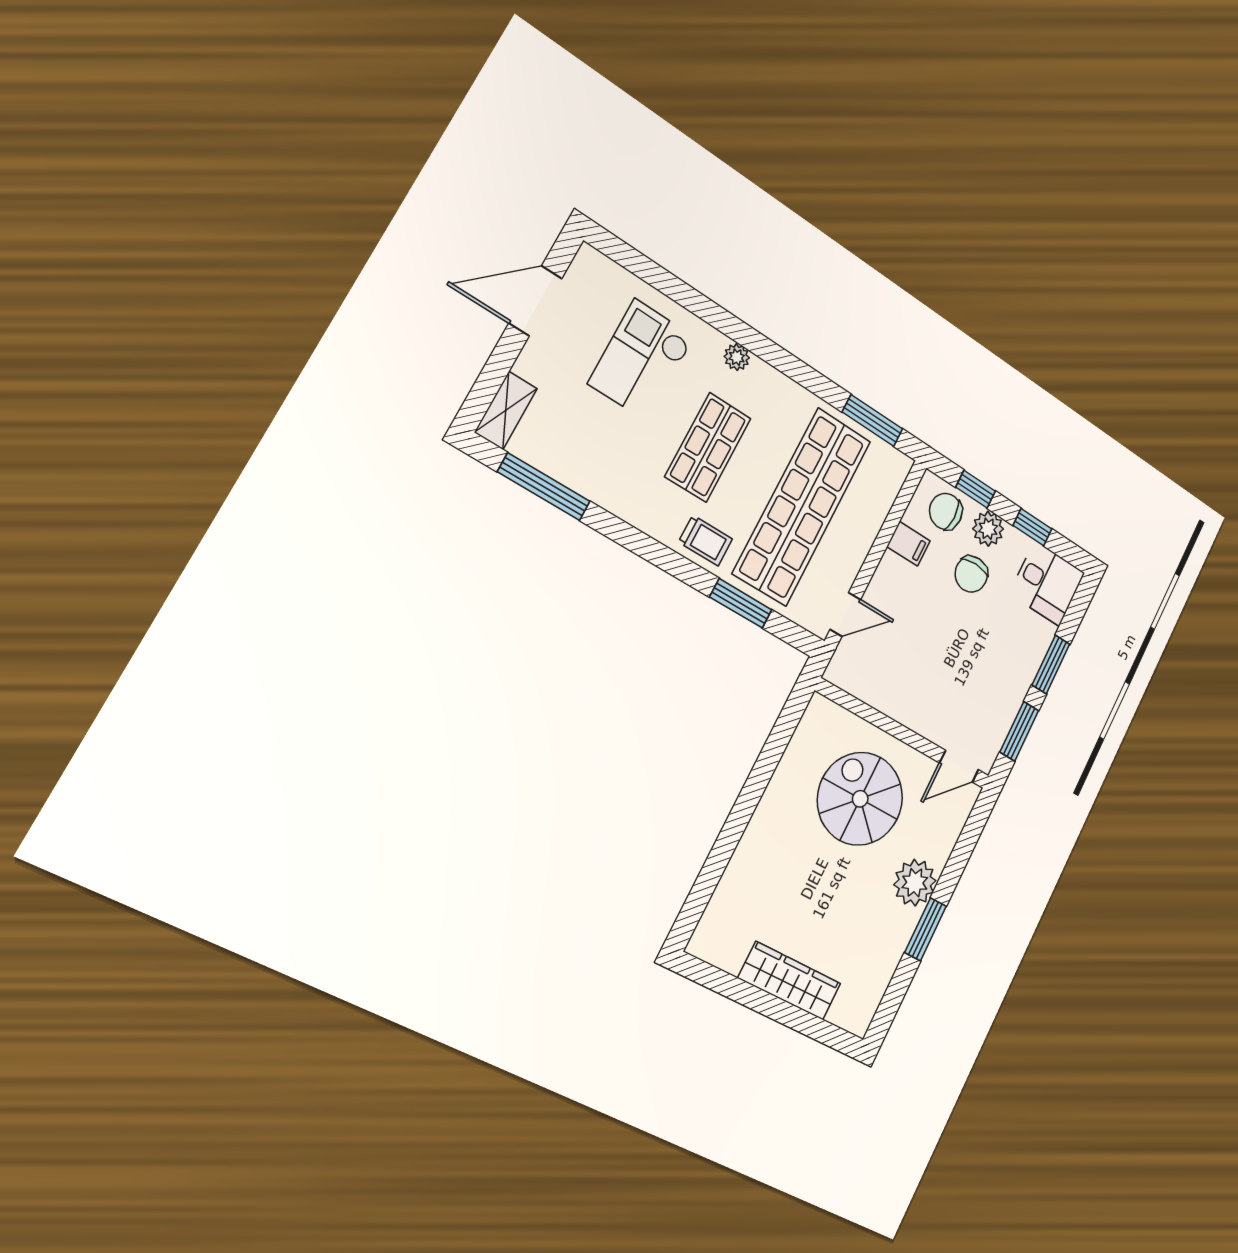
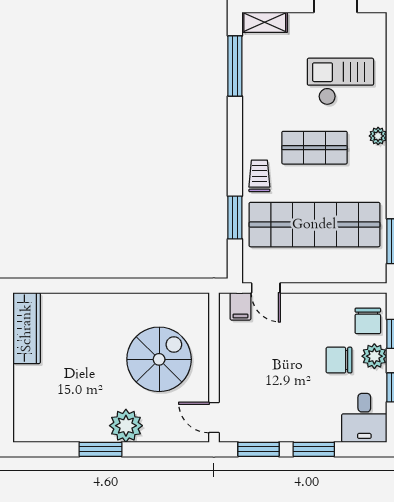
chair: (946, 511) -> (368, 321), turned 180
trolley: (706, 541) -> (259, 176), turned 180
filing cabinet: (908, 544) -> (240, 306), moved
wardrobe: (790, 981) -> (27, 328), moved

